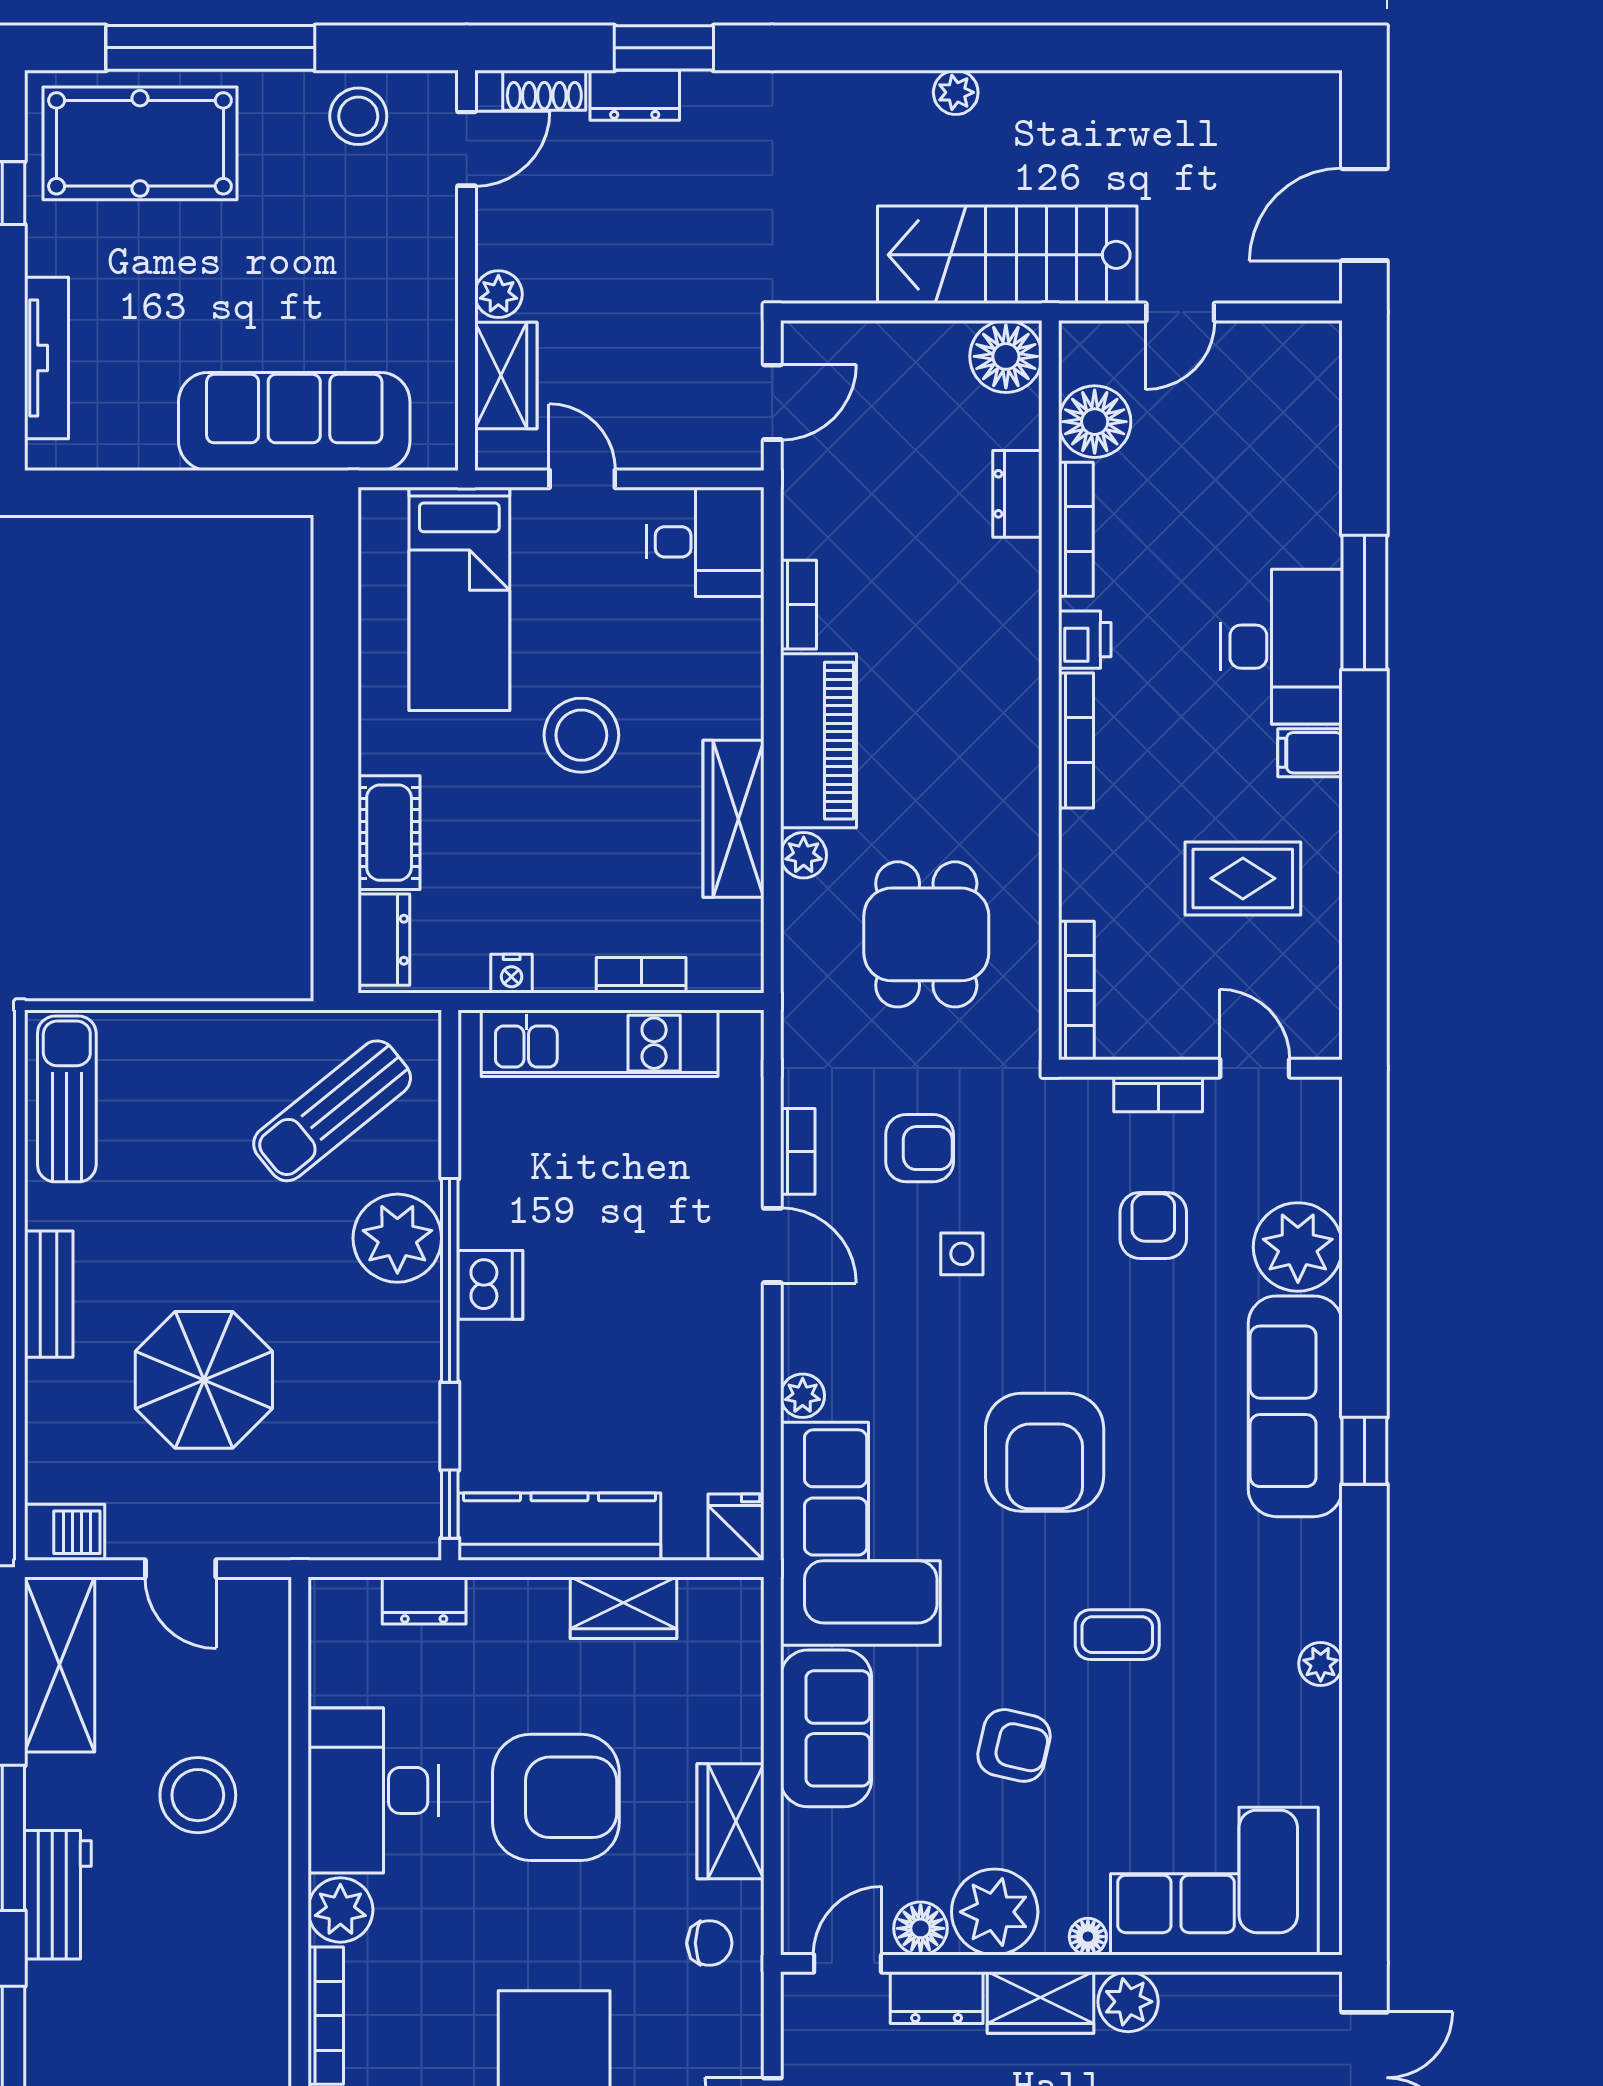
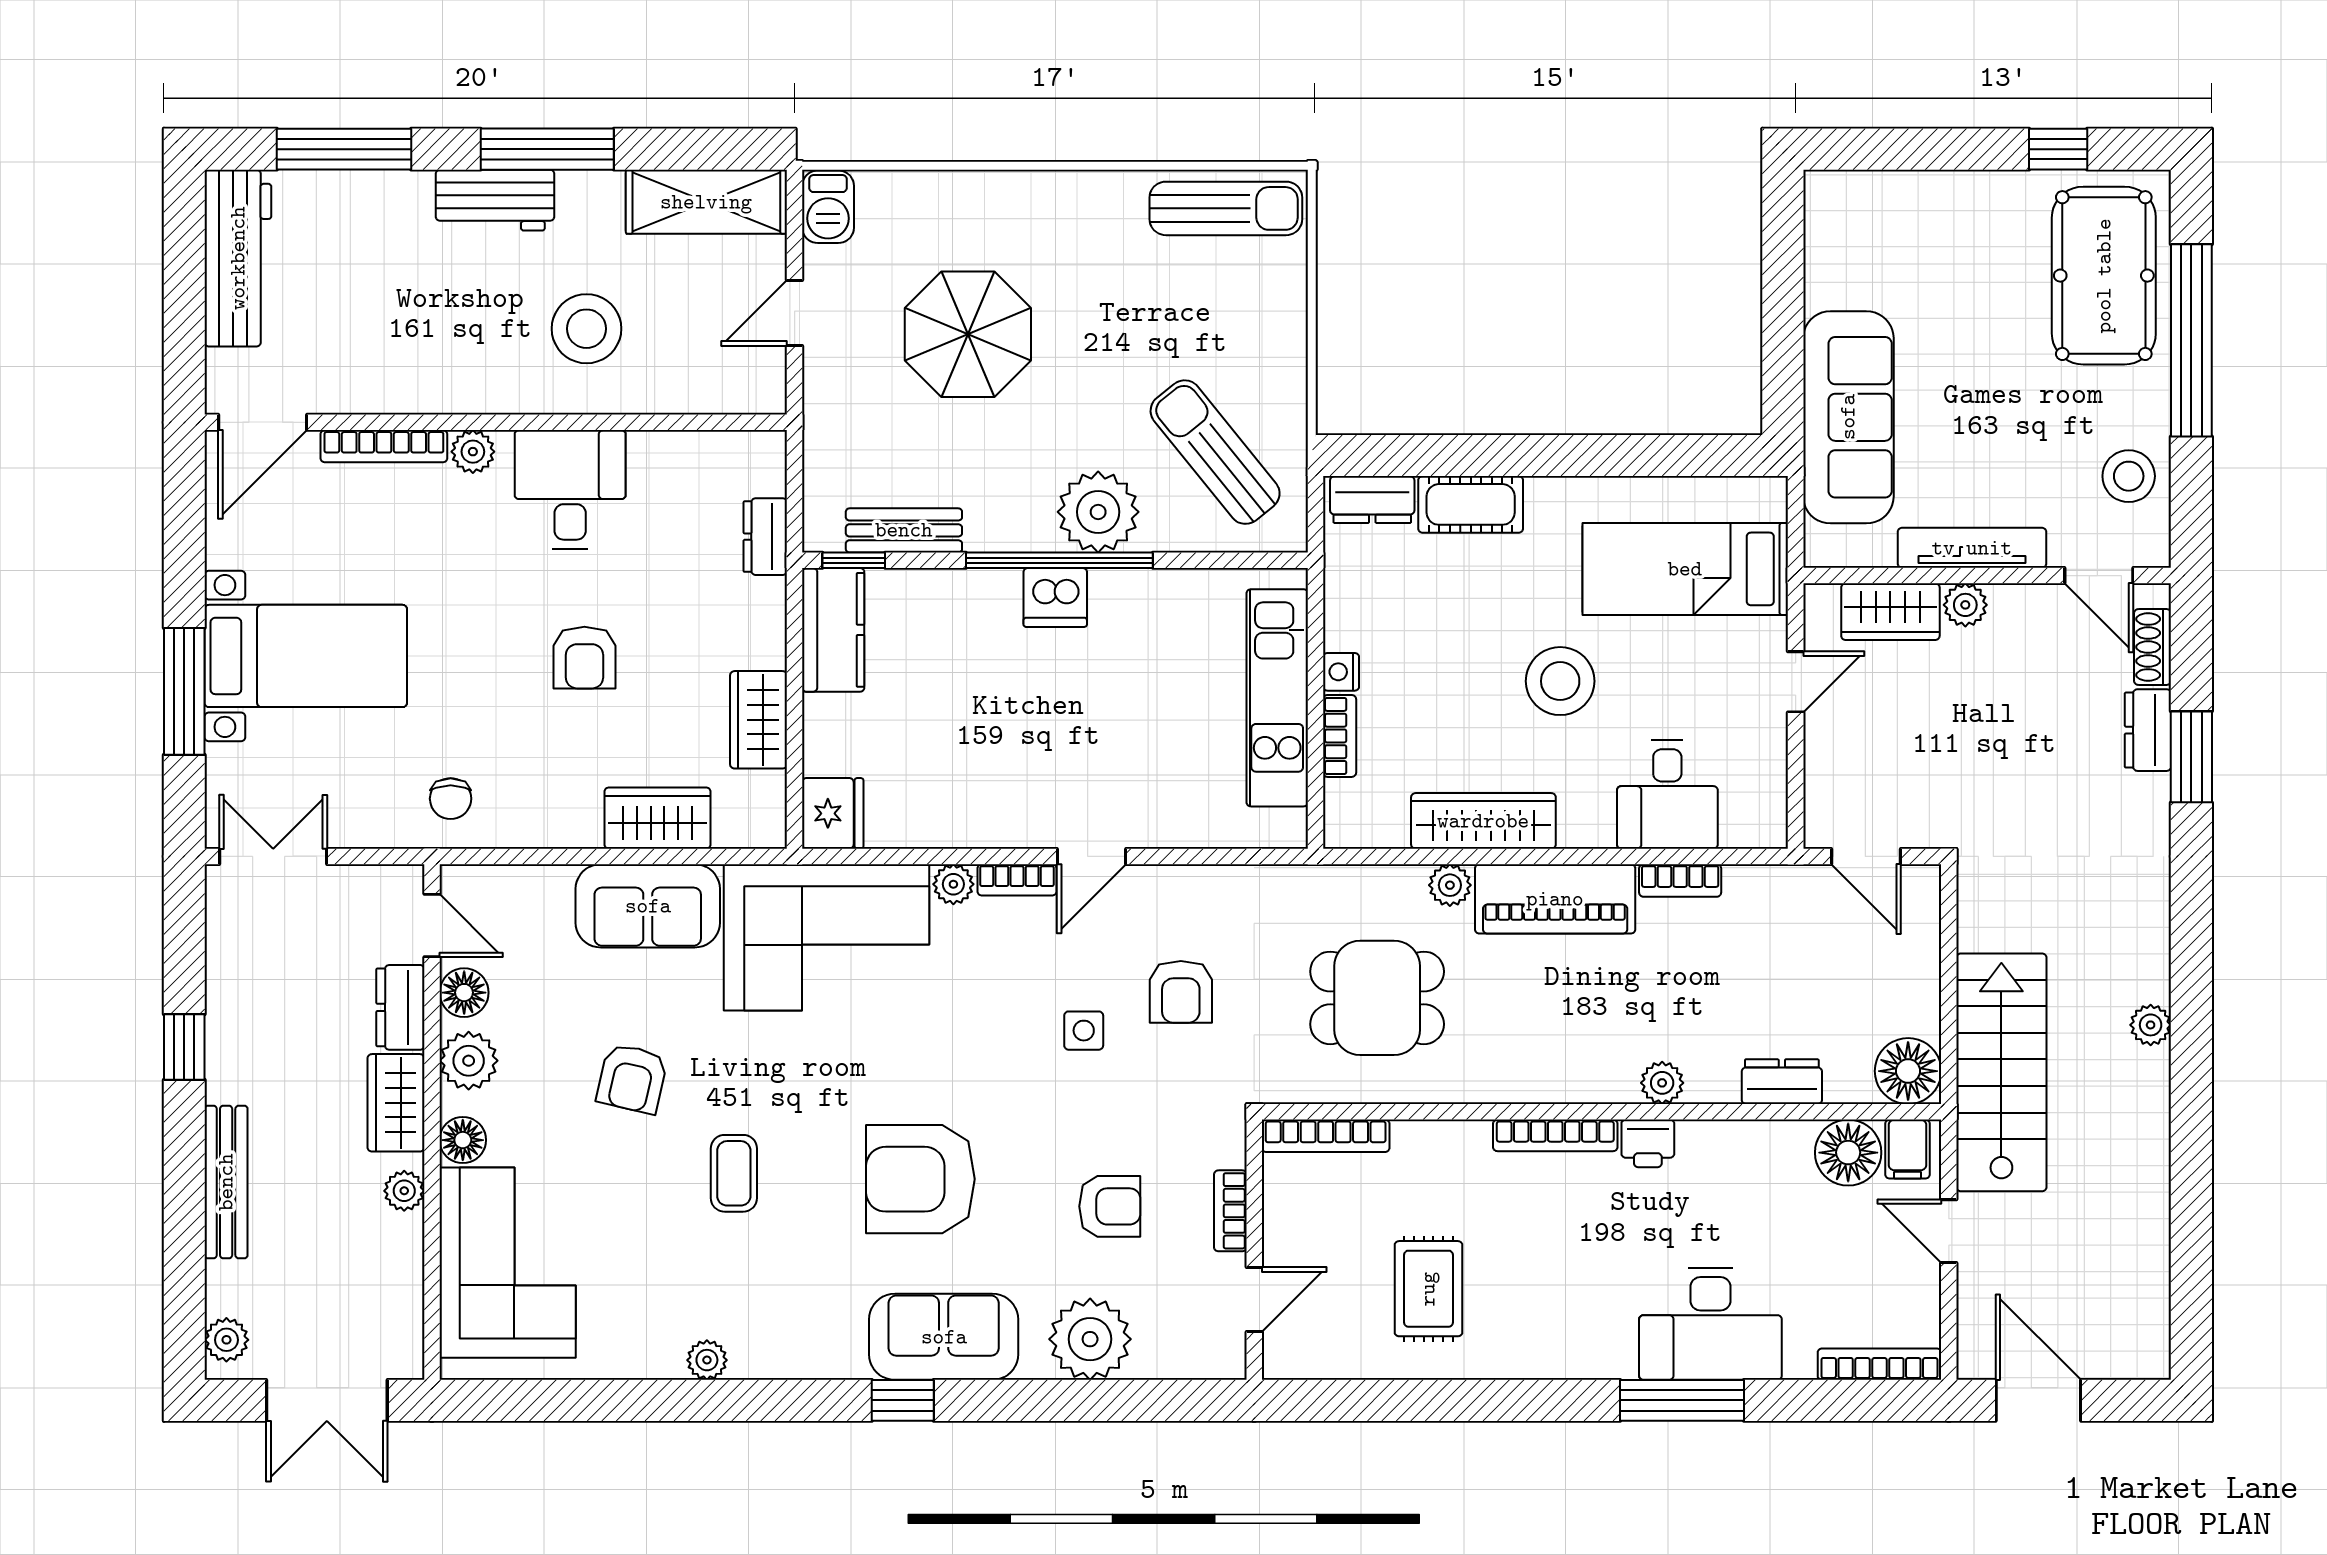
tv unit: (46, 358) -> (1972, 548), moved, turned 180
bookcase: (1076, 529) -> (1879, 1364), moved, turned 180
desk: (705, 542) -> (1667, 795), moved
plant: (1019, 624) -> (1662, 1083), added
desk: (1281, 647) -> (1710, 1324), moved
filing cabinet: (1310, 753) -> (1907, 1149), moved, turned 180
nightstand: (512, 974) -> (1341, 672), moved
bookcase: (798, 1151) -> (1017, 880), moved
bench: (49, 1294) -> (904, 530), moved
sofa: (1295, 1406) -> (944, 1337), width x0.73
armchair: (1045, 1452) -> (920, 1179), moved
kitchen counter: (559, 1527) -> (833, 630), width x0.67
fridge: (736, 1527) -> (833, 813), width x1.38
desk: (373, 1790) -> (570, 490), width x0.73
armchair: (556, 1797) -> (584, 658), width x0.53, depth x0.53
wardrobe: (731, 1821) -> (658, 818), moved
plant: (340, 1910) -> (473, 452), width x0.73, depth x0.73
plant: (995, 1912) -> (469, 1061), width x0.73, depth x0.73
floor lamp: (1088, 1937) -> (463, 1140), width x1.37, depth x1.37
plant: (1128, 2002) -> (404, 1191), width x0.73, depth x0.73

